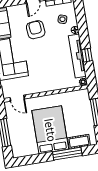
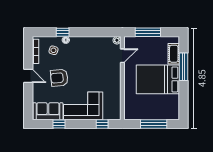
window: (87, 55) -> (63, 32), moved
tv unit: (77, 56) -> (91, 42), removed
door: (17, 98) -> (122, 56), moved

